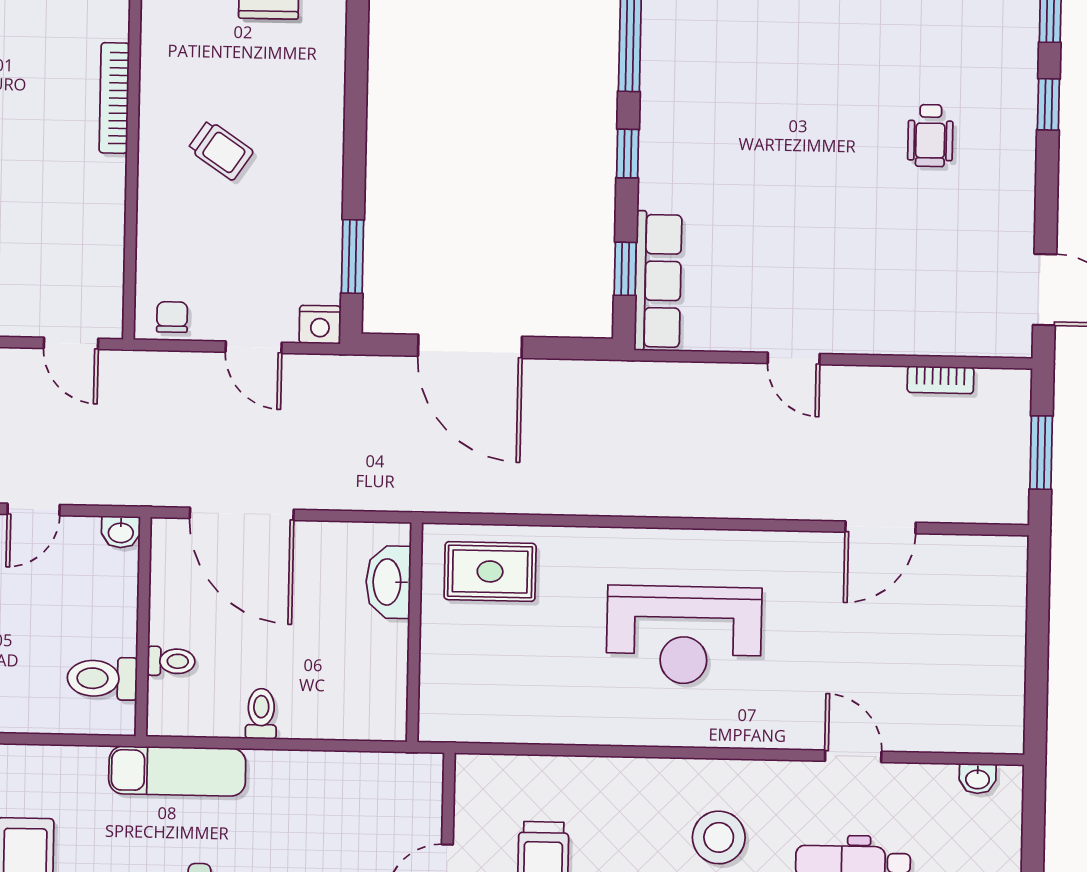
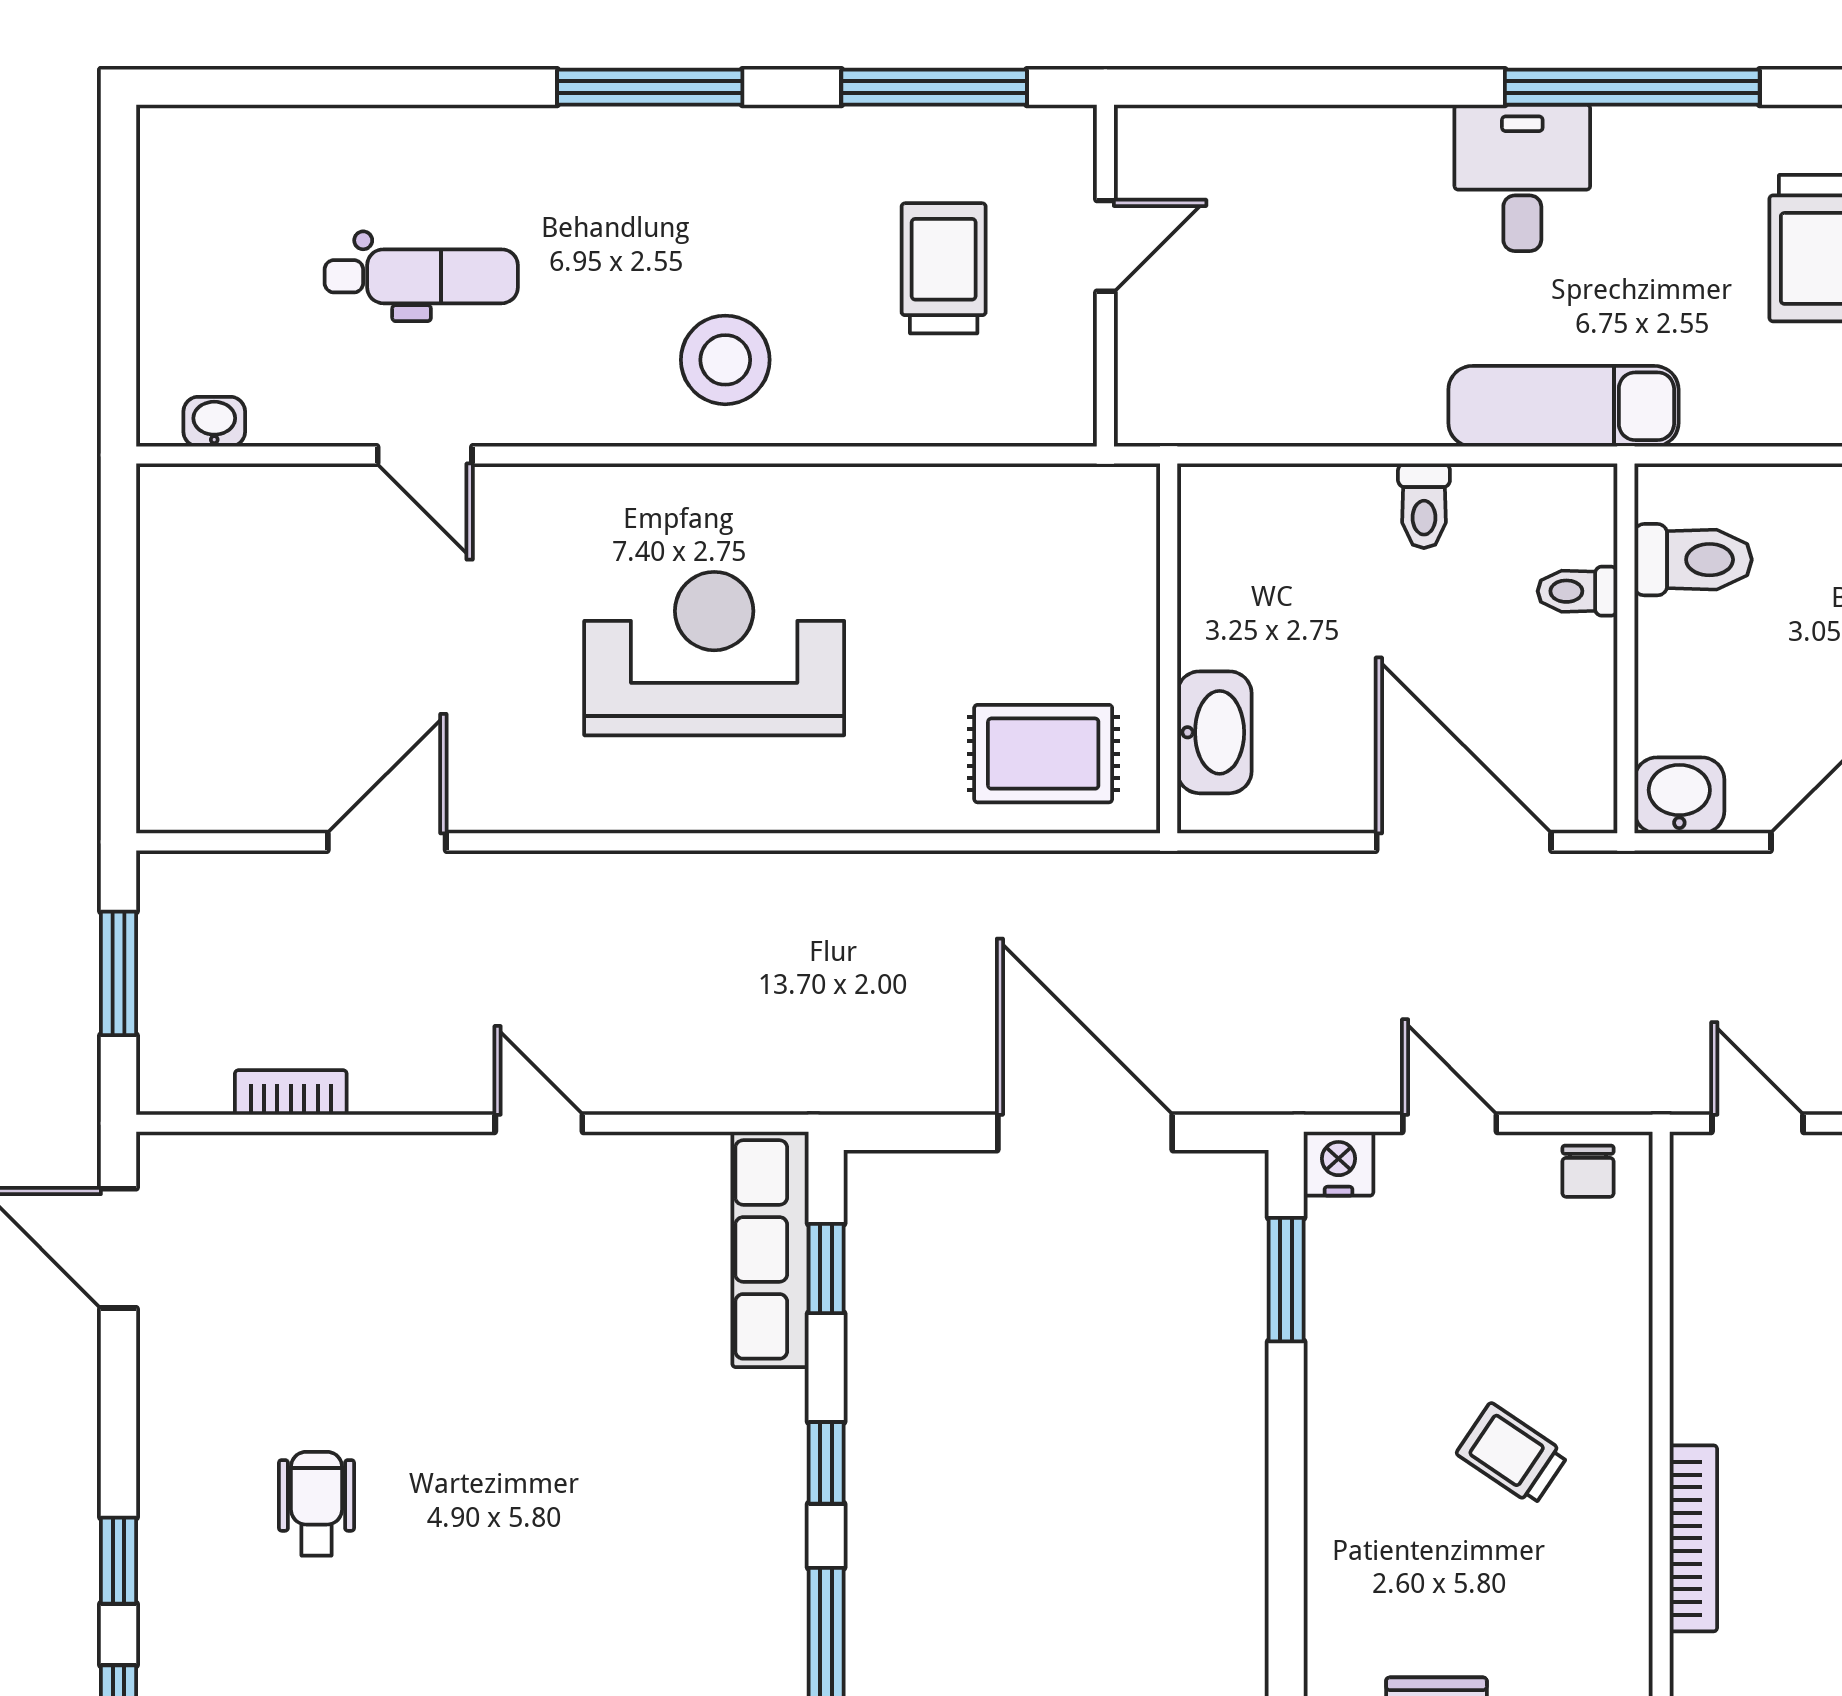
washbasin: (121, 532) -> (1679, 795), width x1.38, depth x1.45
stool: (719, 837) -> (725, 360), moved

